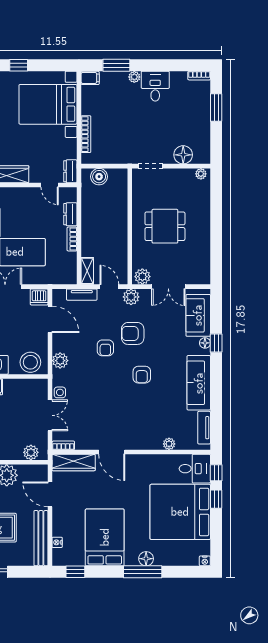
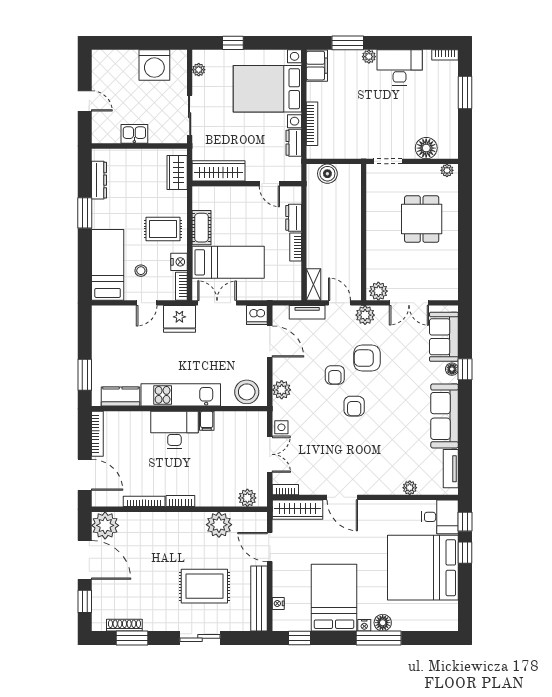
filing cabinet: (90, 78) -> (317, 66), width x2.00
desk: (155, 86) -> (400, 67), width x1.37
dresser: (70, 171) -> (294, 143), moved
dining table: (165, 226) -> (422, 219), moved, turned 90
armchair: (142, 375) -> (354, 406), moved
nightstand: (205, 561) -> (364, 625), moved

